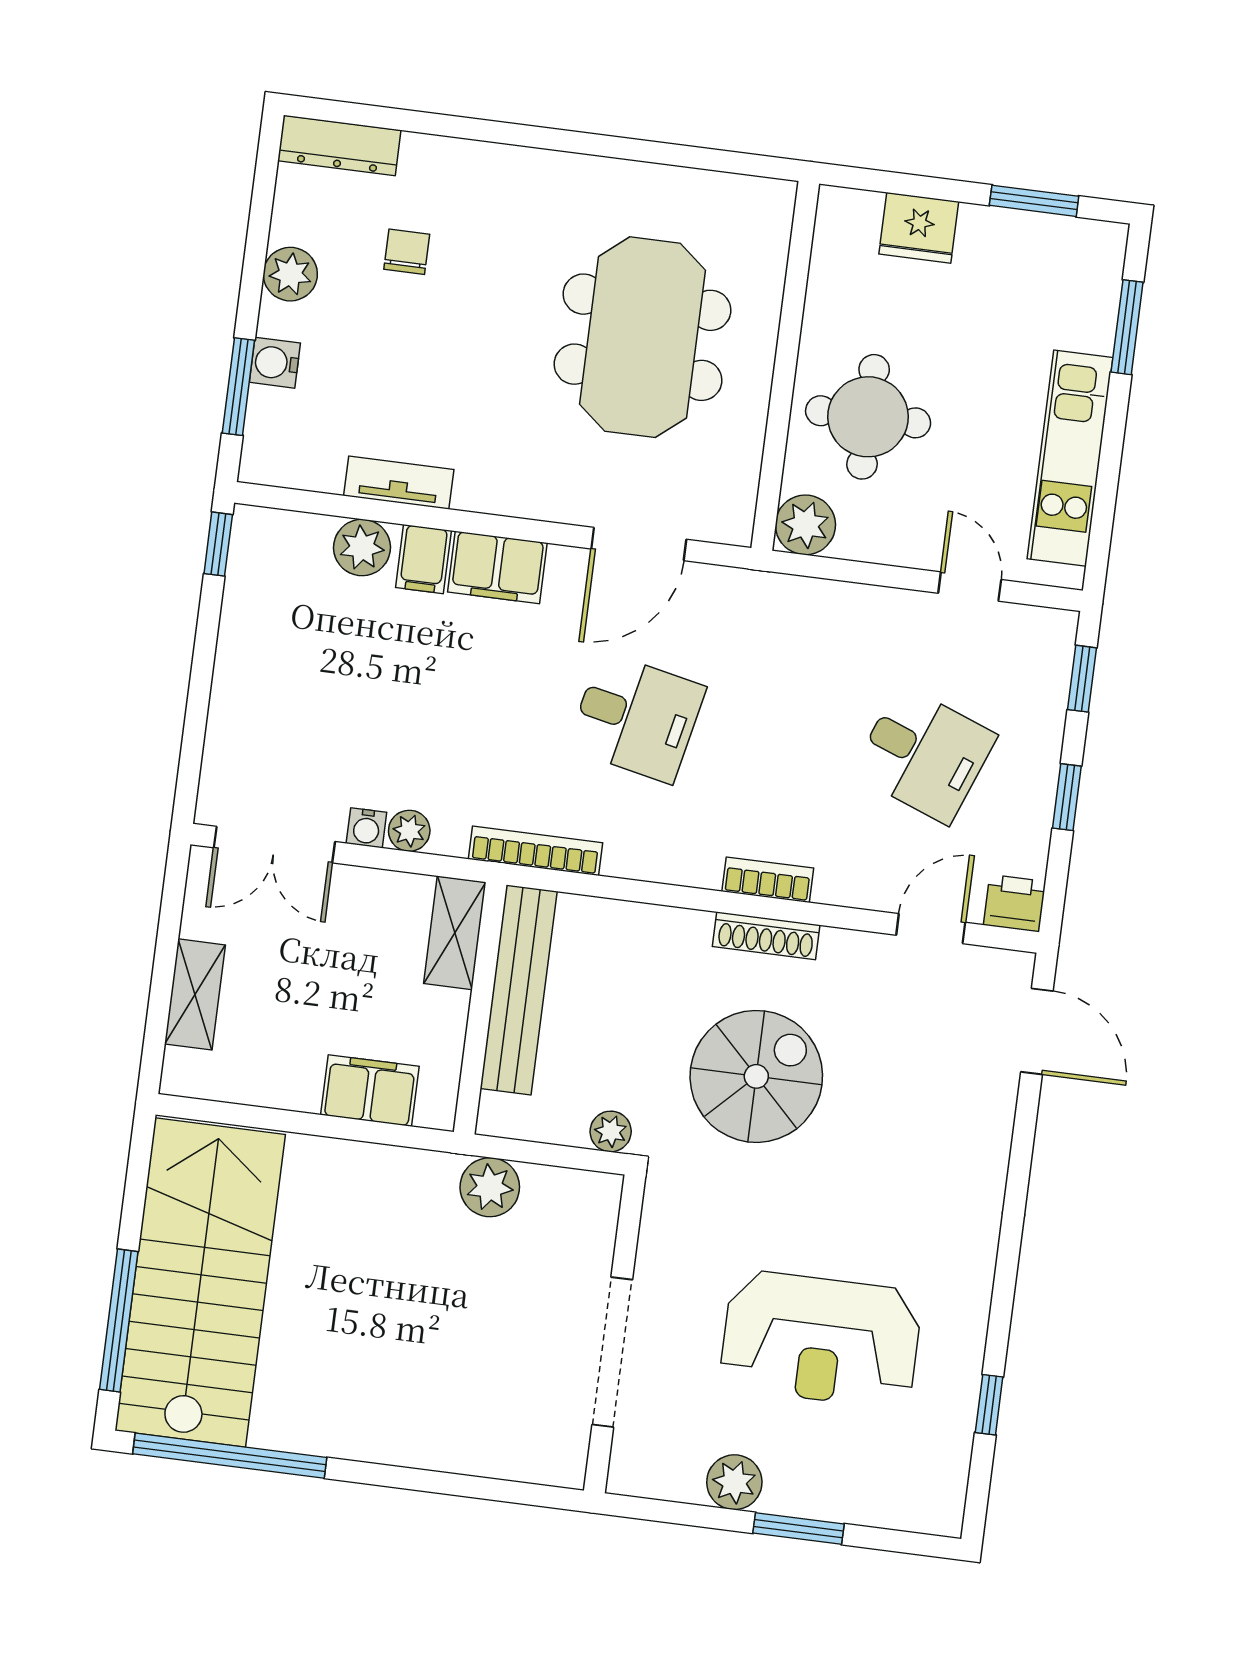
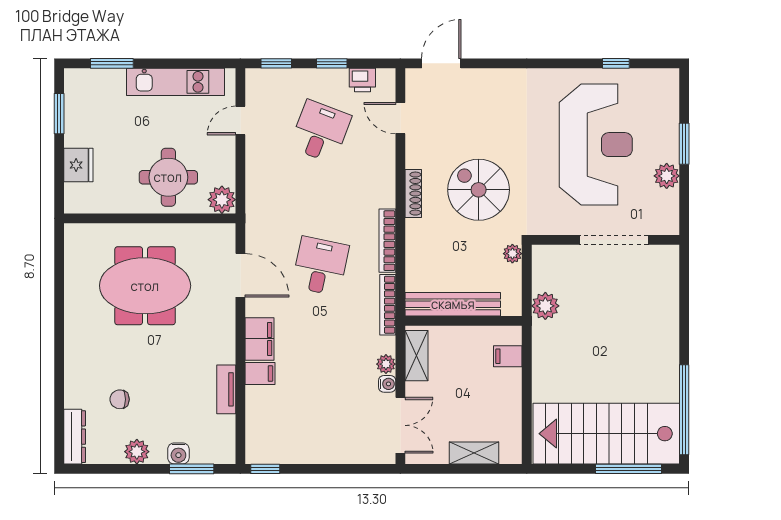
plant: (362, 548) -> (258, 402), removed
bookcase: (768, 880) -> (387, 241), moved, width x1.56
printer: (1015, 903) -> (362, 80), moved, turned -90
shelving: (455, 933) -> (416, 356), moved, turned 90
filing cabinet: (370, 1091) -> (508, 356), width x0.50
reception desk: (821, 1339) -> (596, 145), width x1.36, depth x1.30

